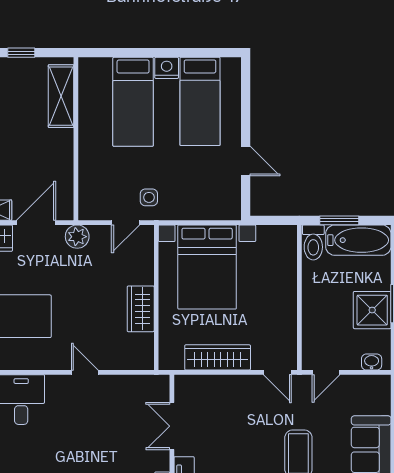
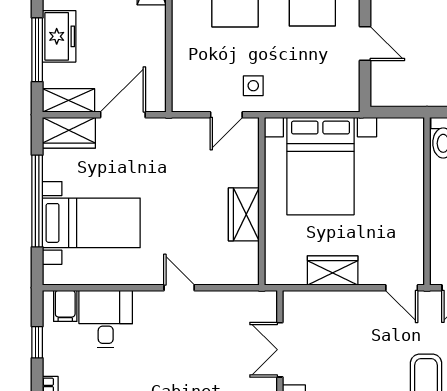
plant: (77, 237) -> (170, 131), removed
wardrobe: (218, 357) -> (333, 270), width x0.67

